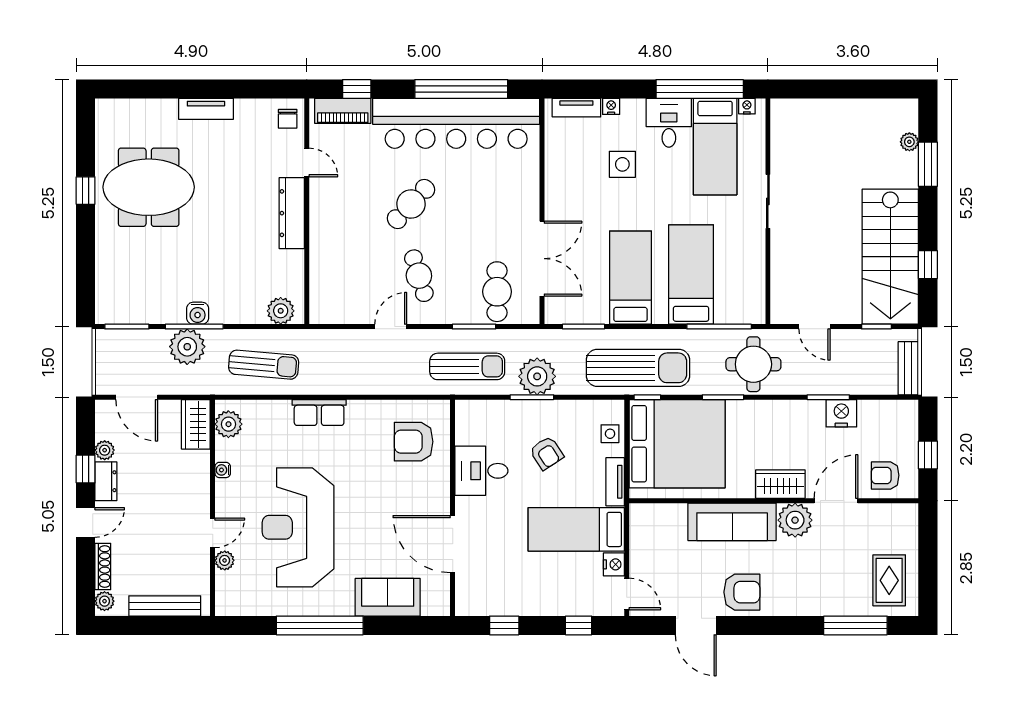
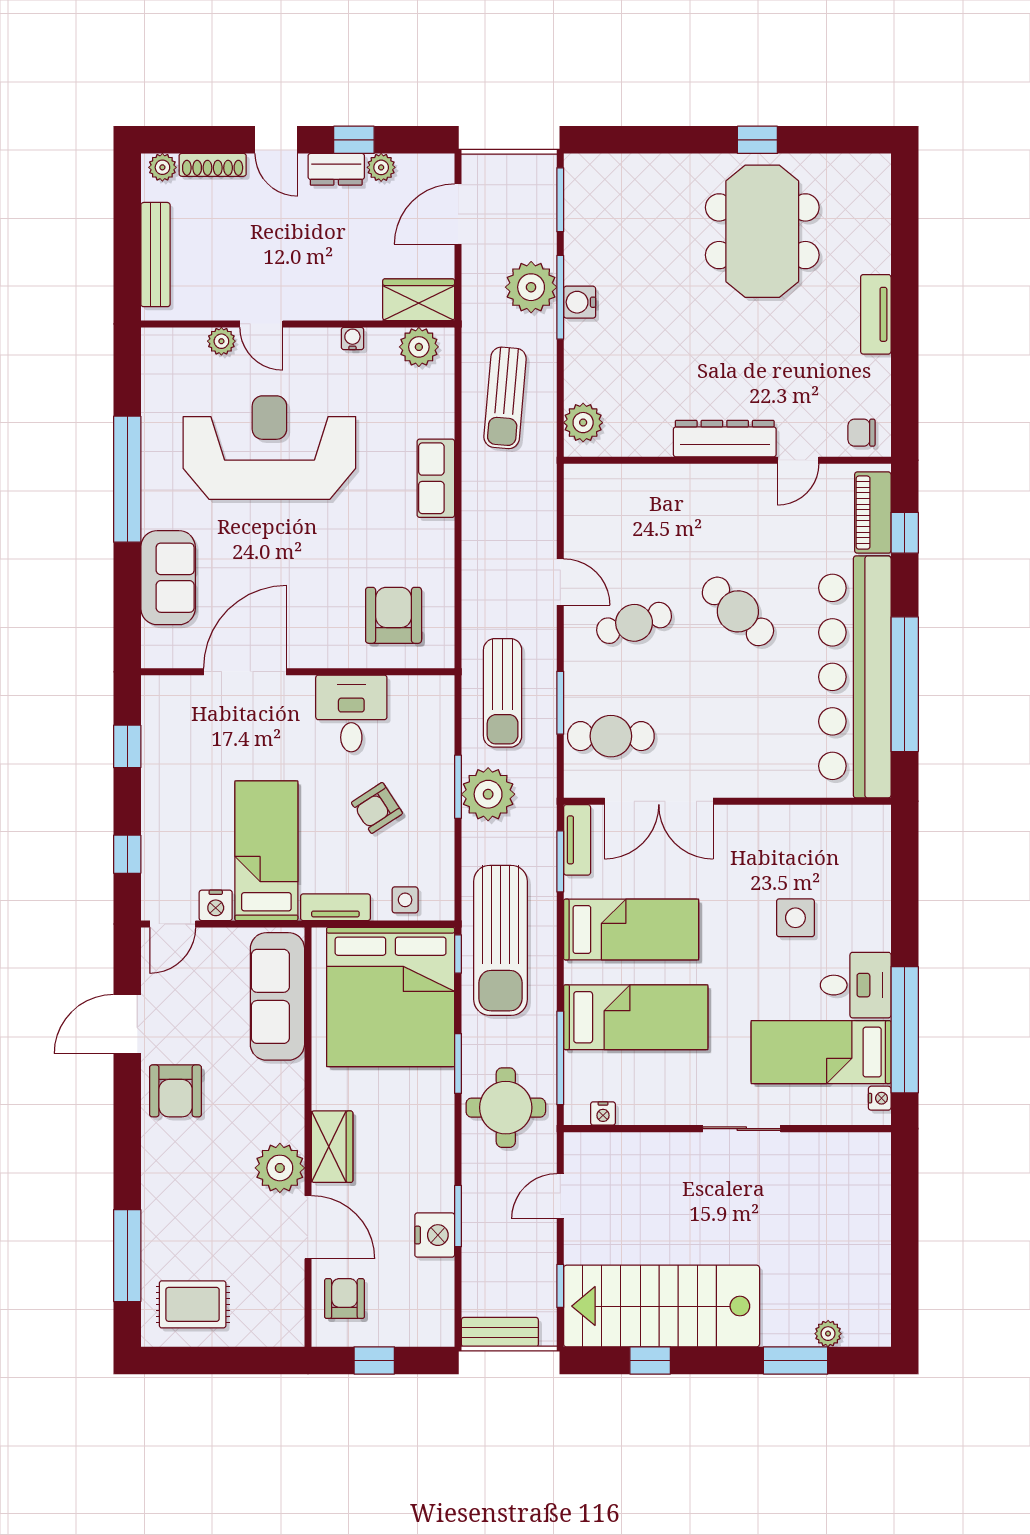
nightstand: (611, 106) -> (603, 1114), moved, turned 90
tv unit: (576, 108) -> (577, 840), moved, turned 180
sofa: (732, 522) -> (277, 996), moved

